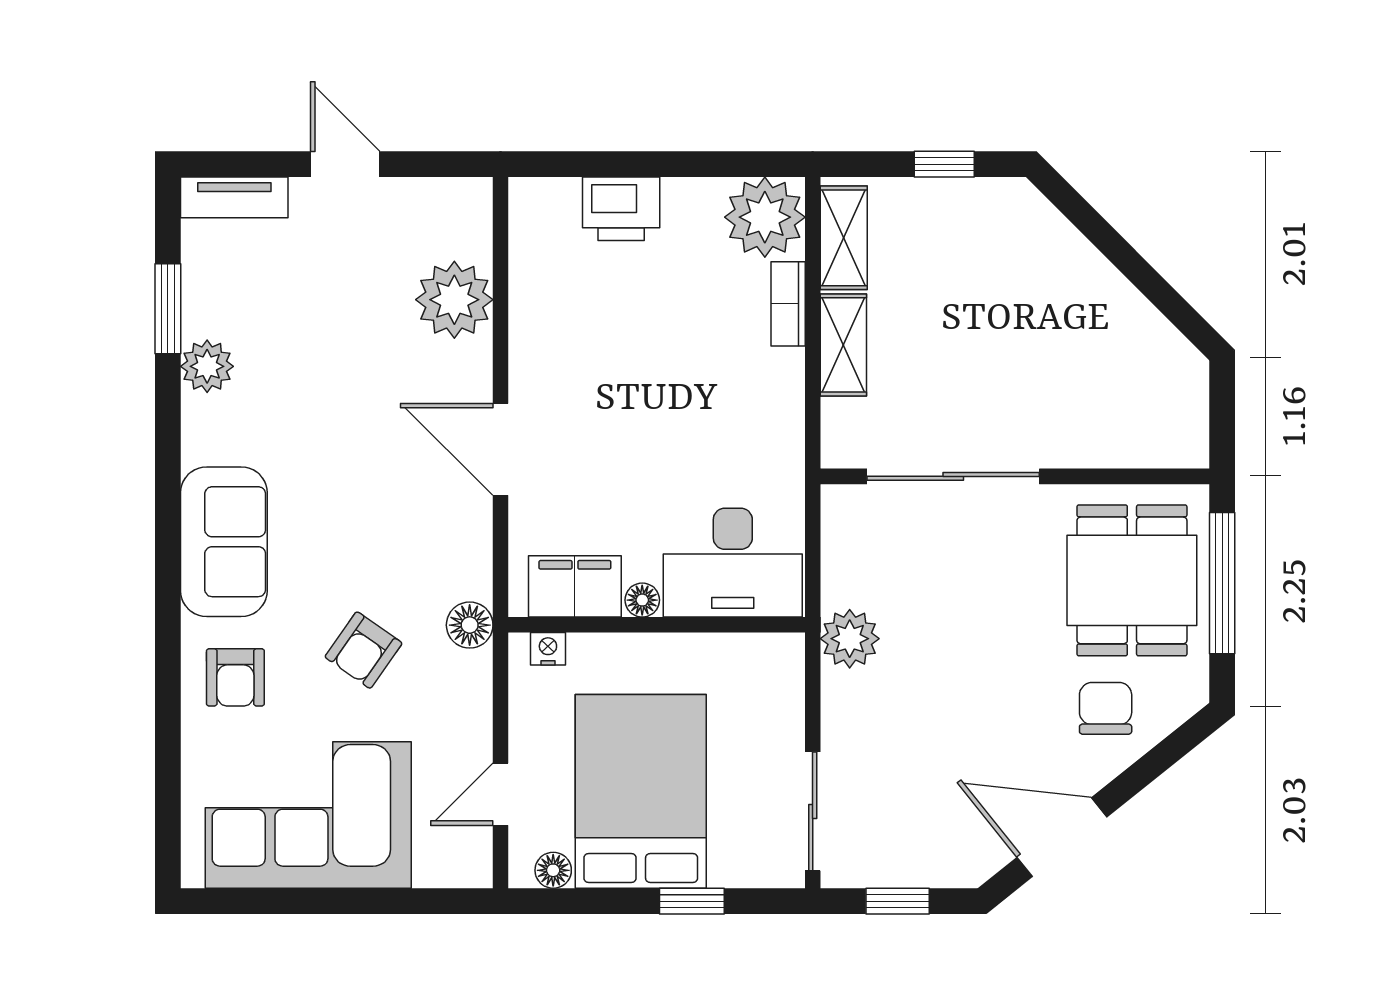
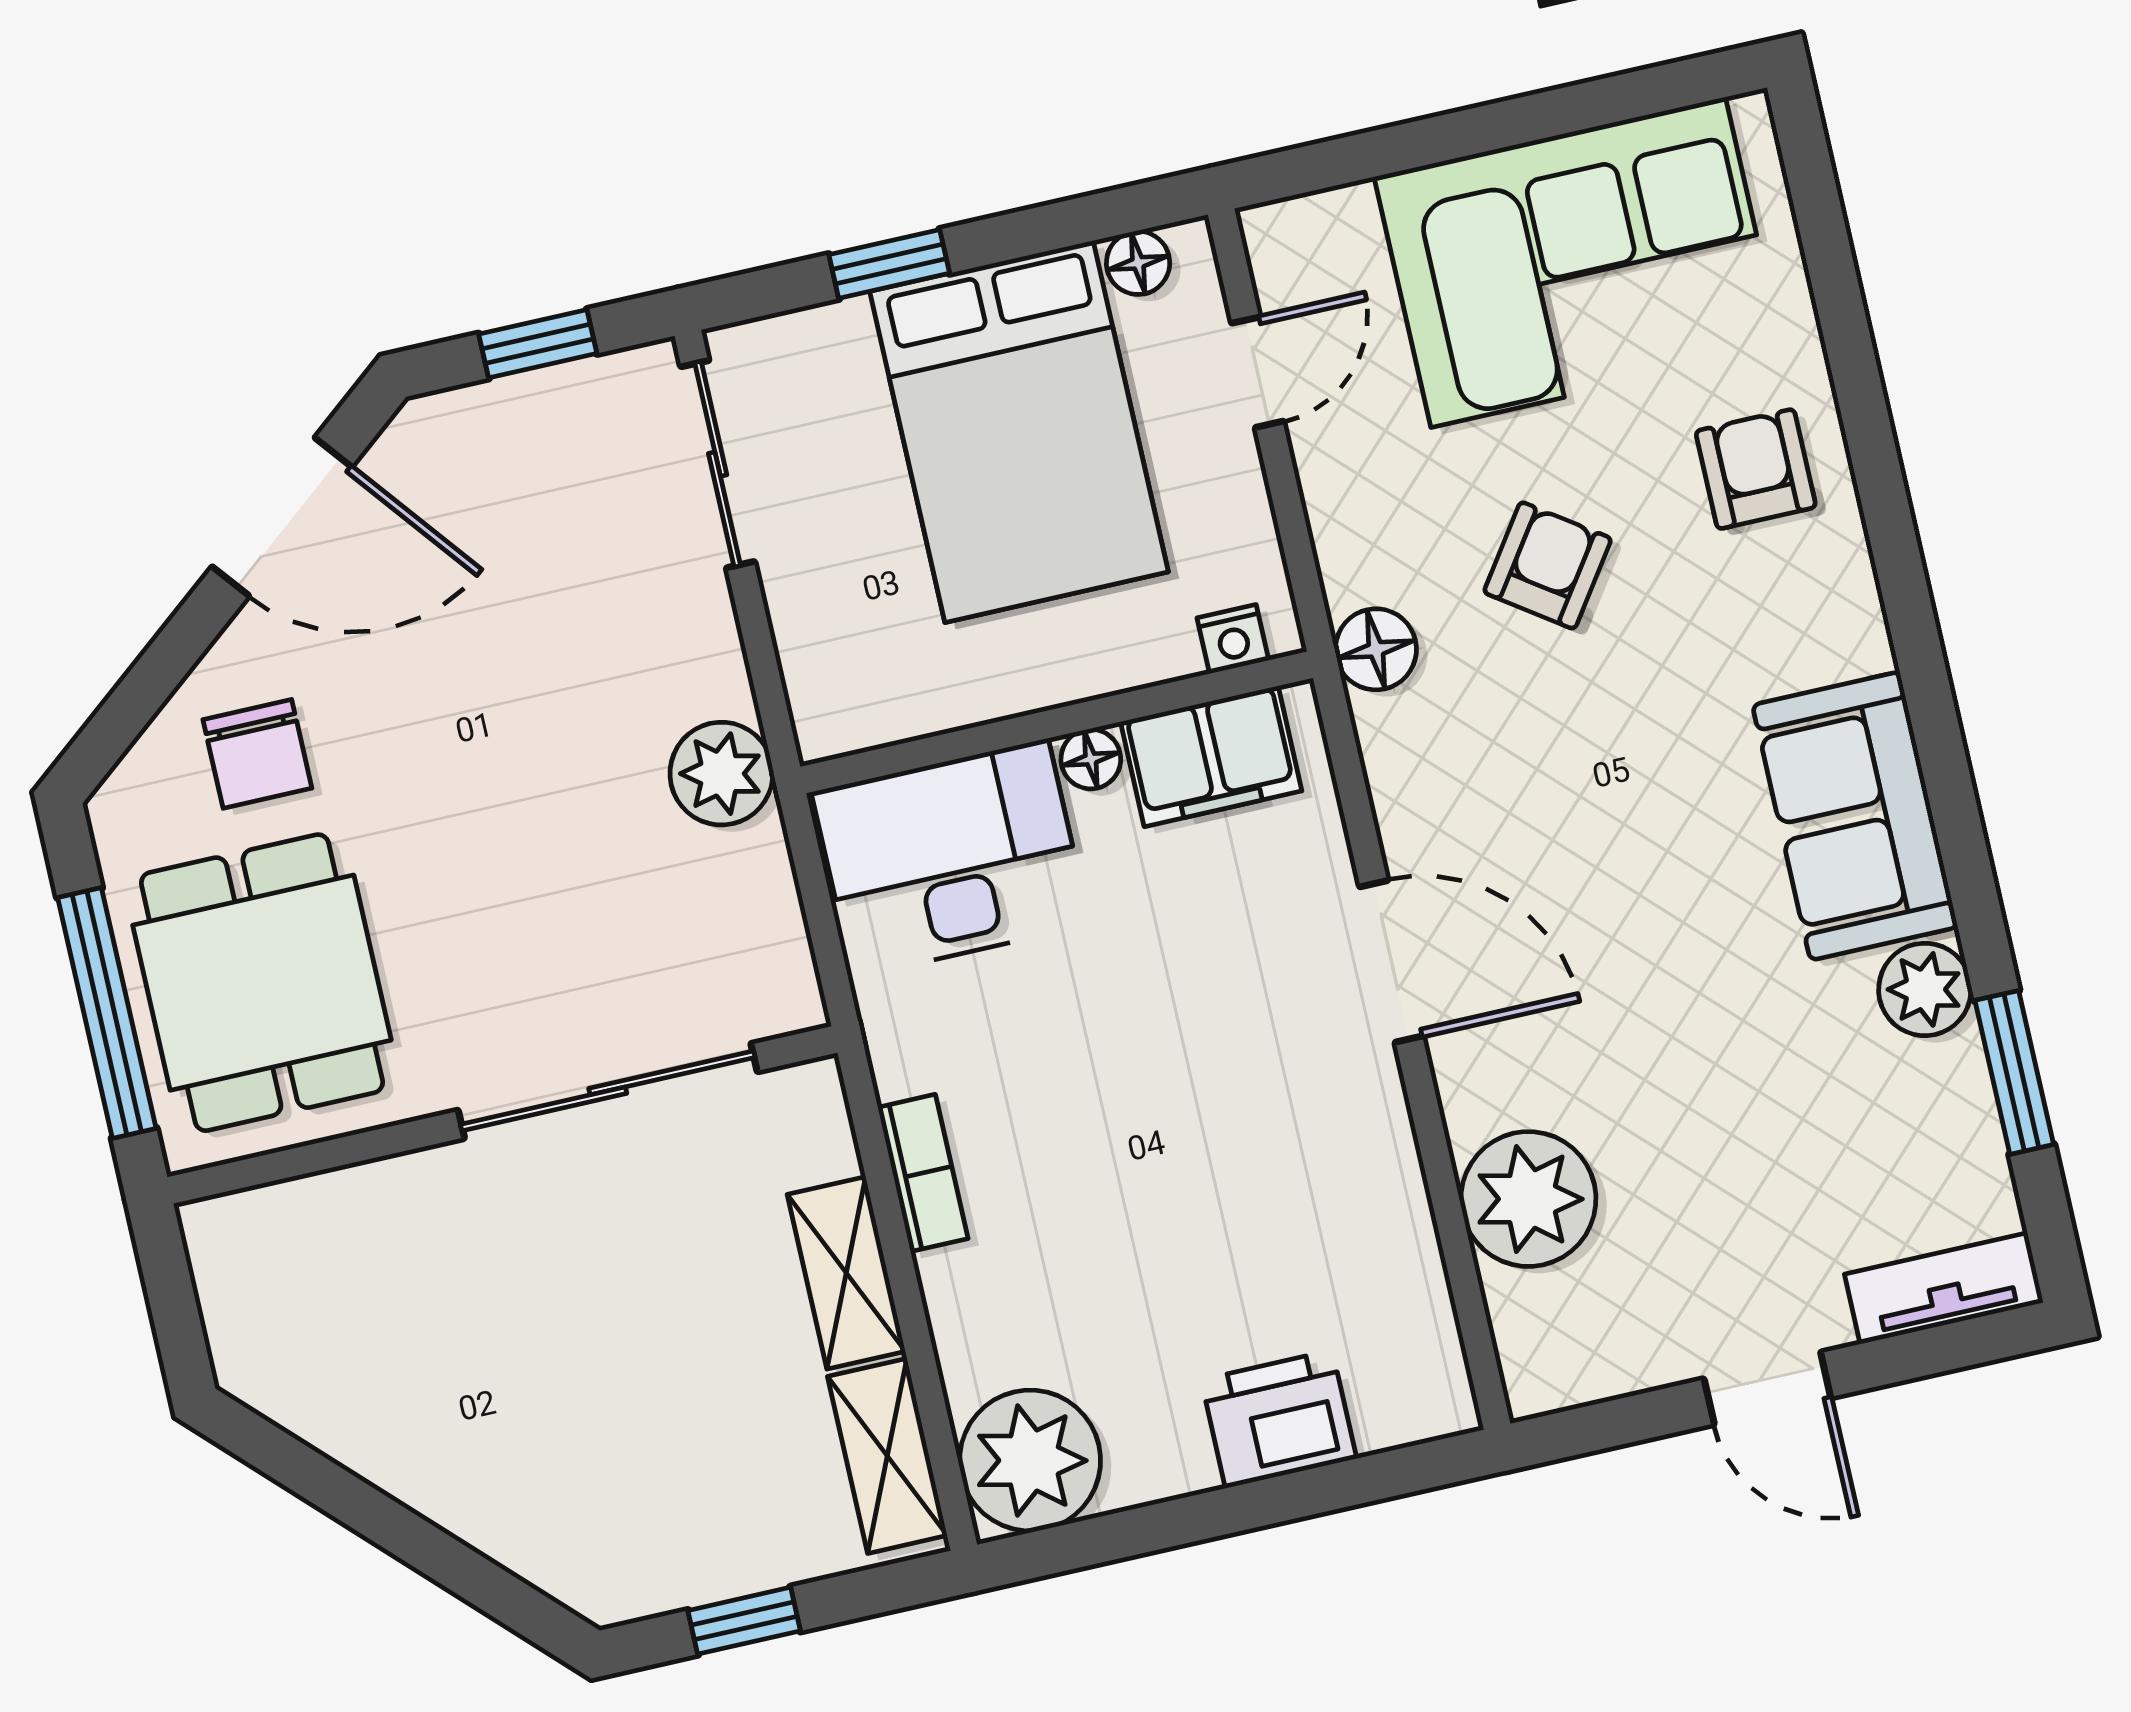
bookcase: (788, 304) -> (923, 1173), moved
sofa: (224, 542) -> (1855, 816), moved

